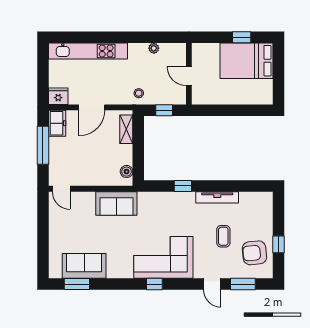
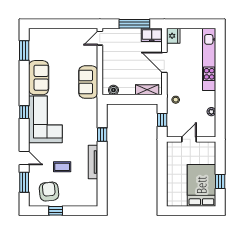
sofa: (84, 266) -> (39, 78), moved
door: (212, 284) -> (24, 158), swing flipped

